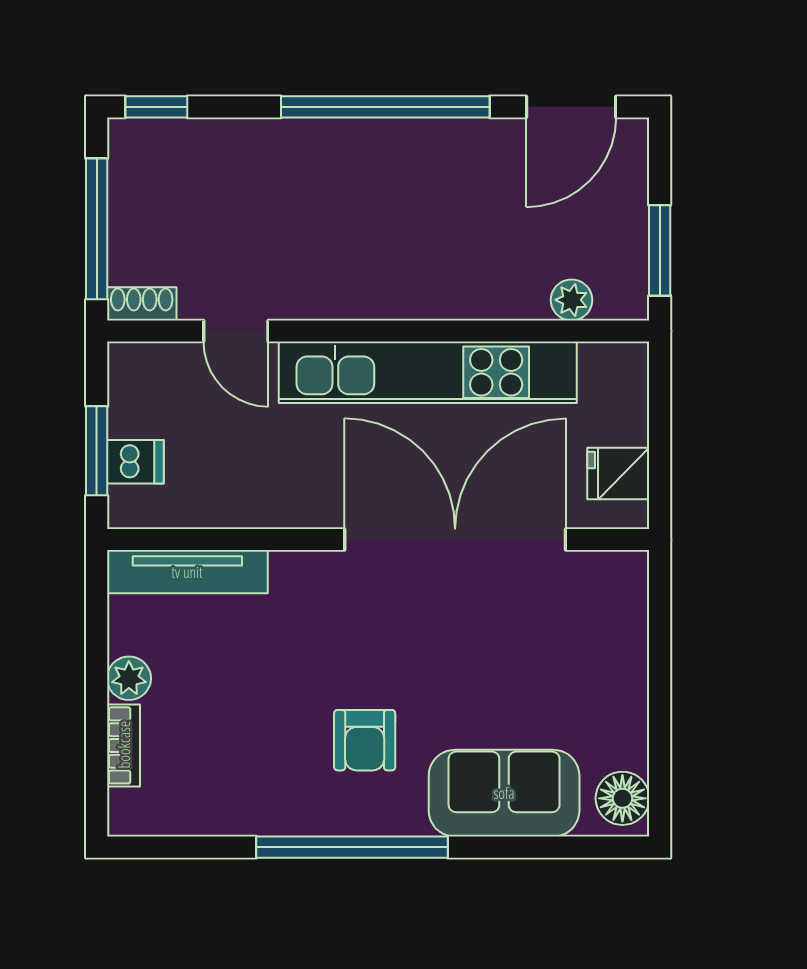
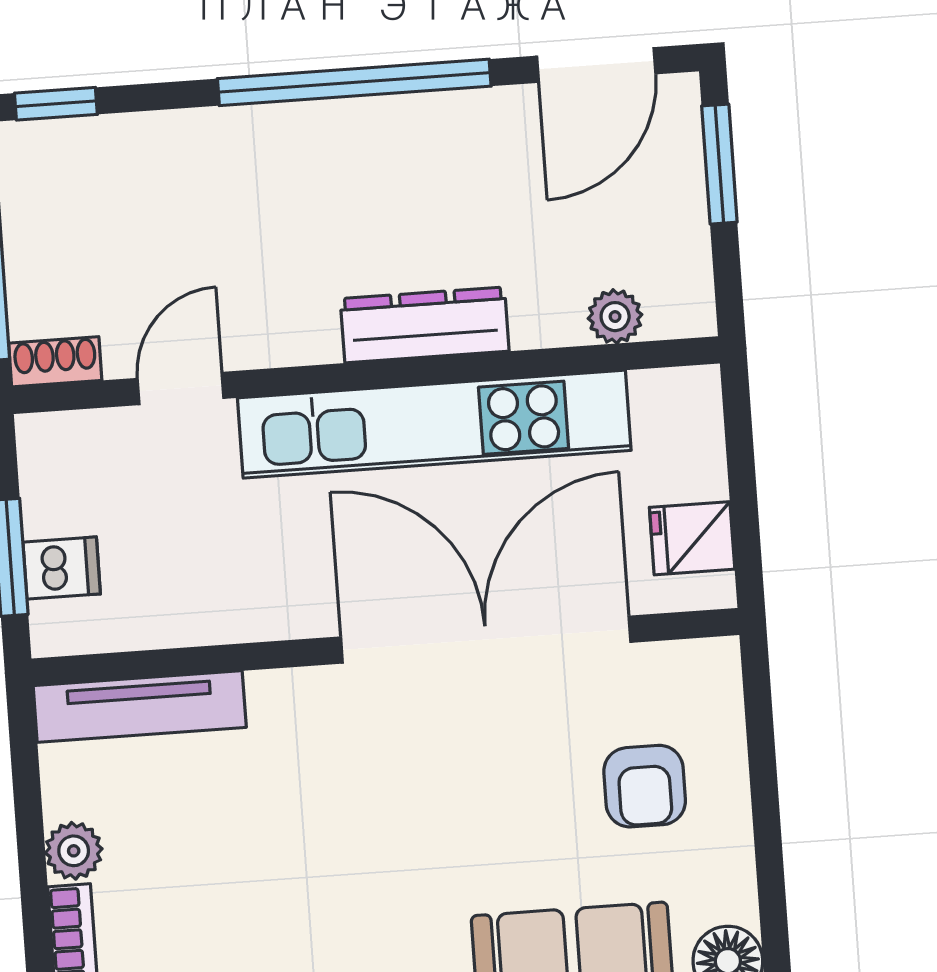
window: (660, 250) -> (719, 164), moved
dresser: (426, 296) -> (425, 325), added
door: (236, 331) -> (181, 388), swing flipped
armchair: (365, 740) -> (645, 786), moved

